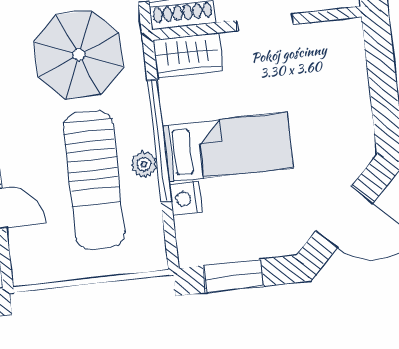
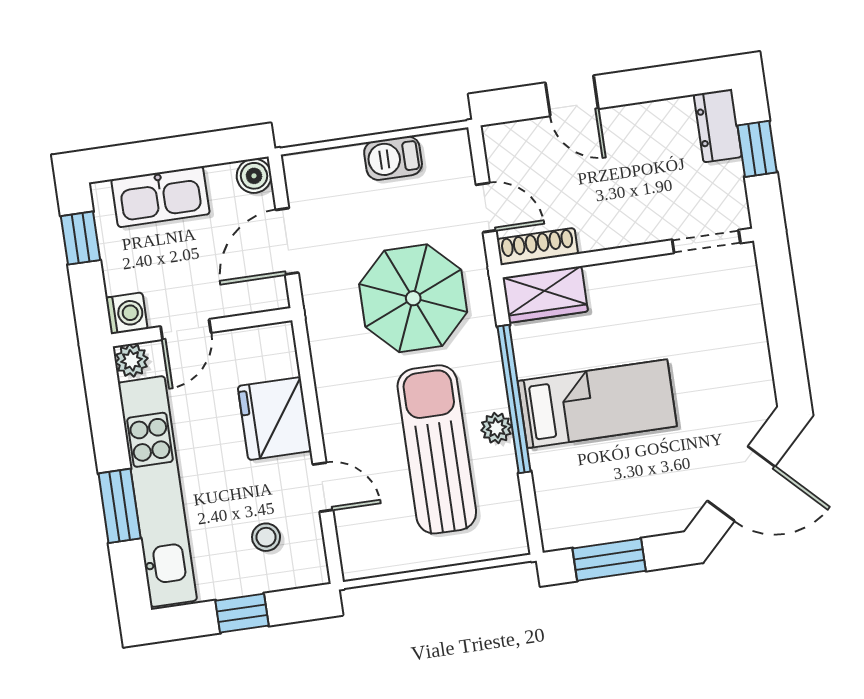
doorway: (265, 22) -> (706, 241), moved
sun lounger: (94, 180) -> (437, 449), turned 180
nightstand: (186, 199) -> (548, 468), removed

